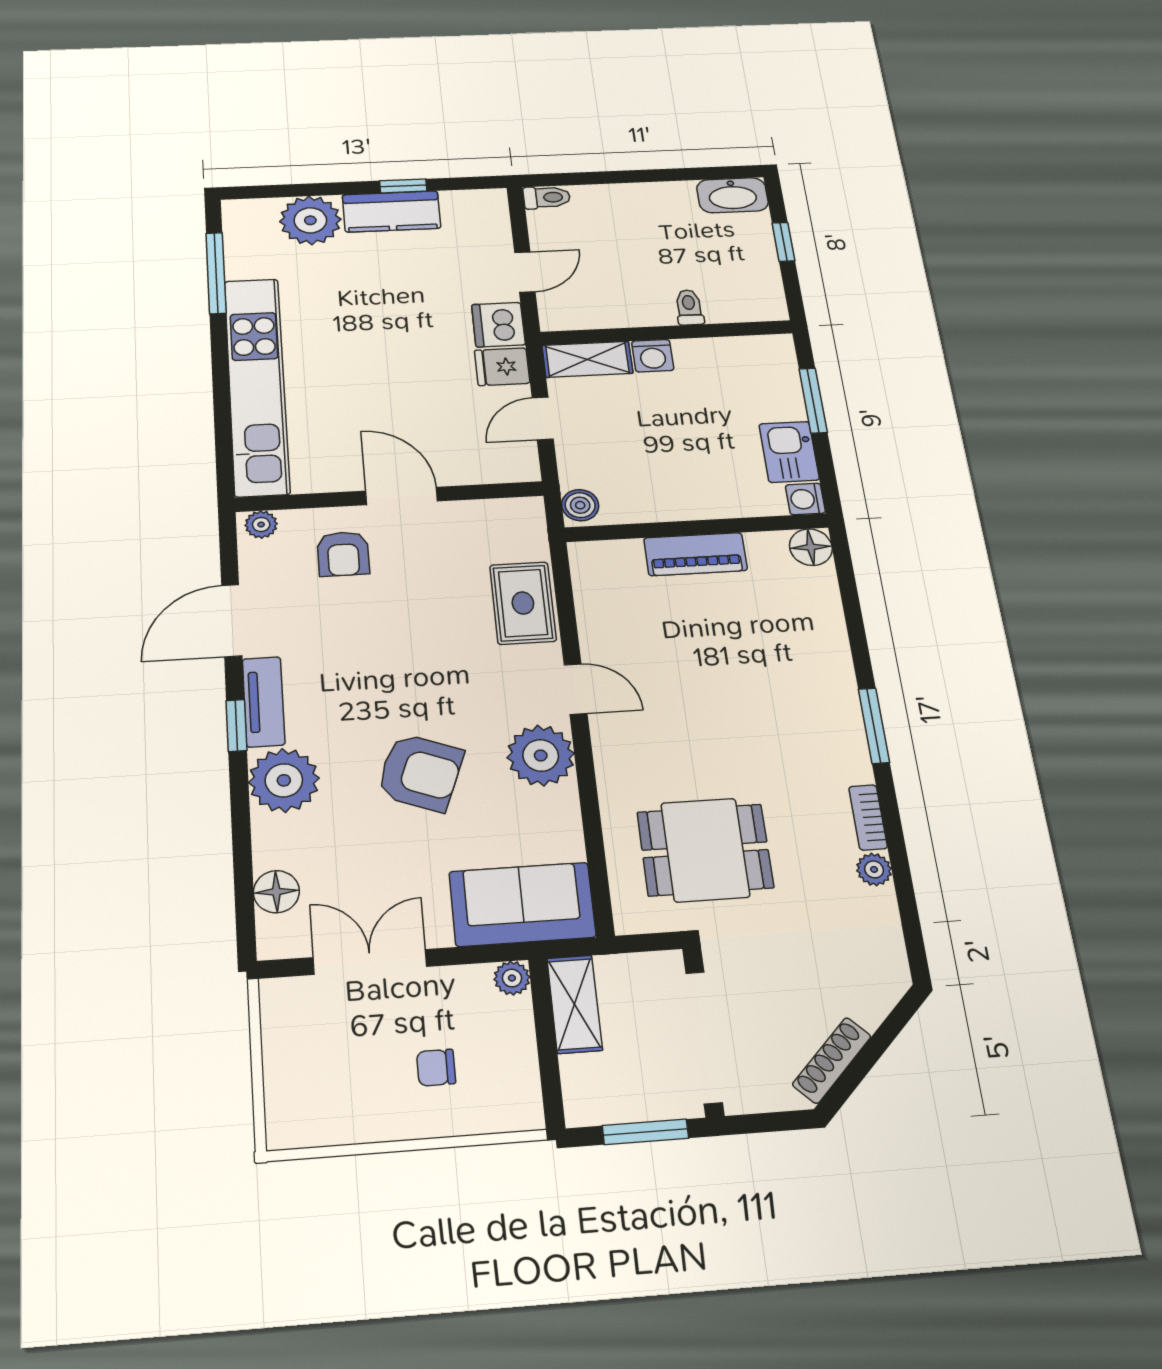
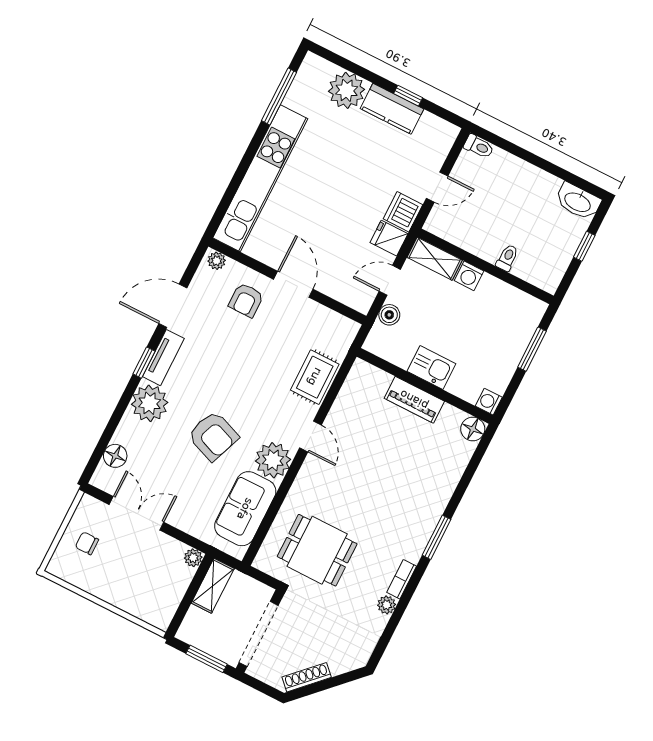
kitchen sink: (789, 452) -> (431, 368), moved, turned 90
boiler: (580, 505) -> (389, 315), moved
sofa: (522, 904) -> (245, 509), moved, turned -90
chair: (436, 1068) -> (87, 543), moved

